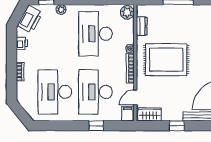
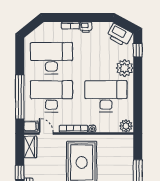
plant: (61, 9) -> (125, 68), width x1.88, depth x1.88
dresser: (142, 26) -> (113, 140), removed
printer: (22, 43) -> (86, 27), moved
window: (96, 126) -> (20, 97), width x3.17

